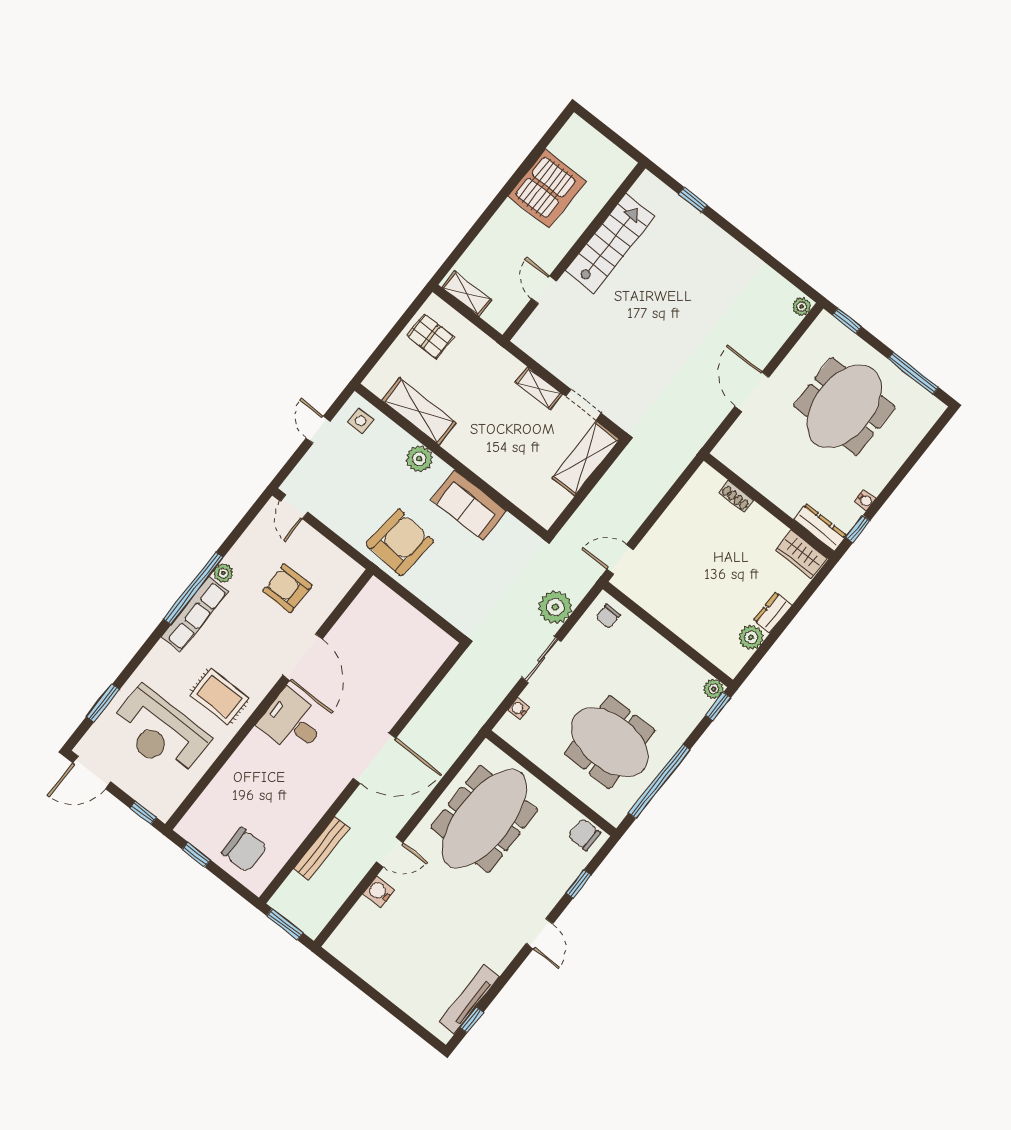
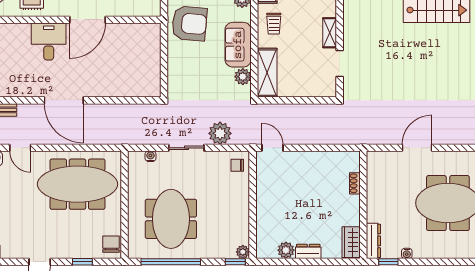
trolley: (477, 445) -> (274, 24), added
shelving: (586, 459) -> (267, 73), moved, turned 90
plant: (510, 529) -> (243, 77), added

